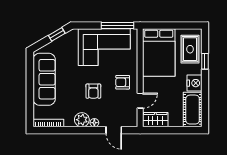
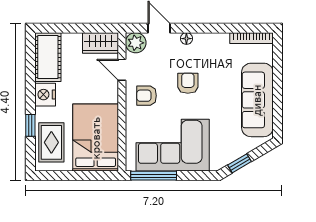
armchair: (123, 82) -> (147, 96), turned 180
door: (140, 101) -> (122, 70), hinge flipped
plant: (82, 120) -> (136, 43), moved

